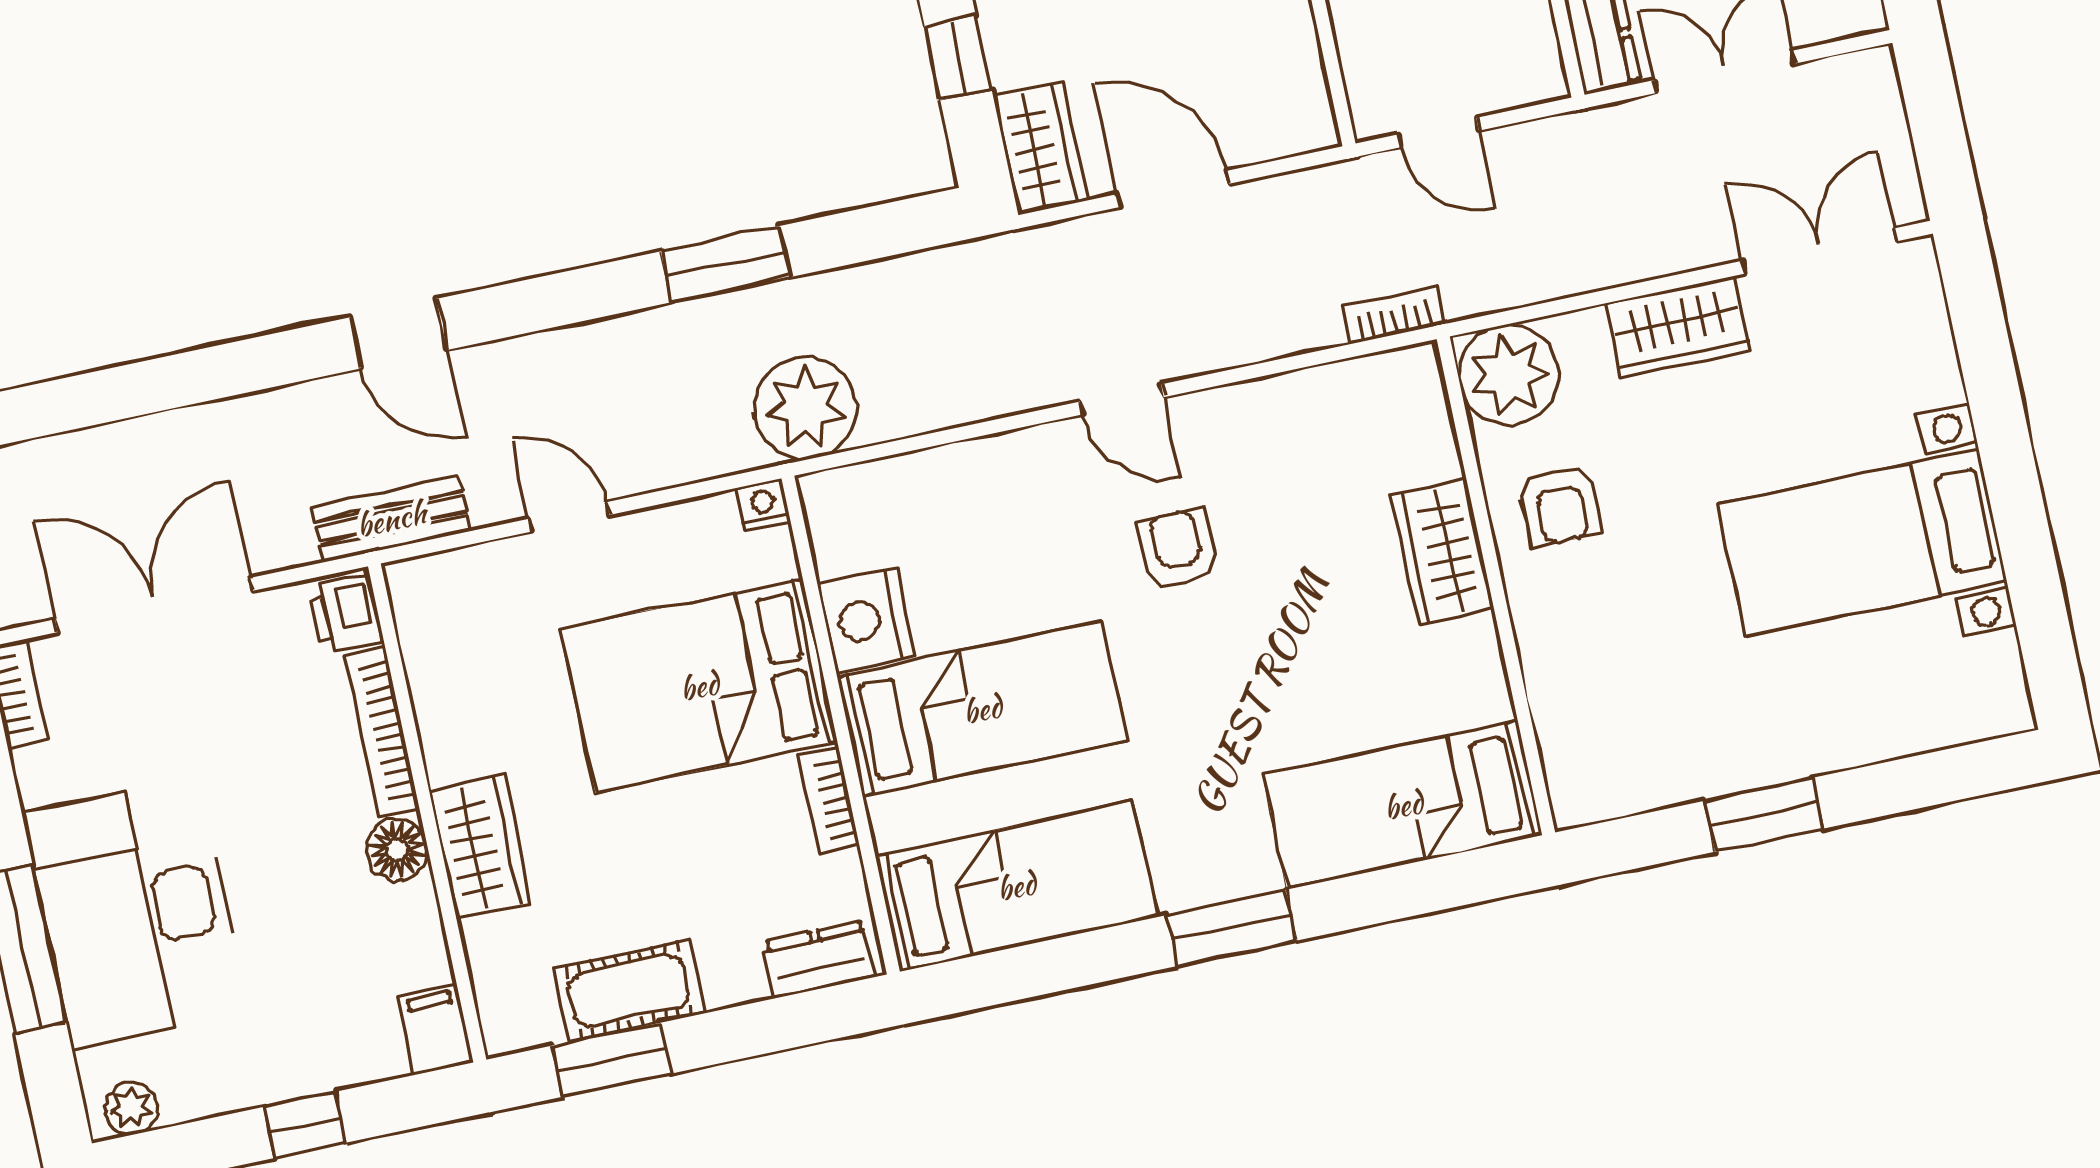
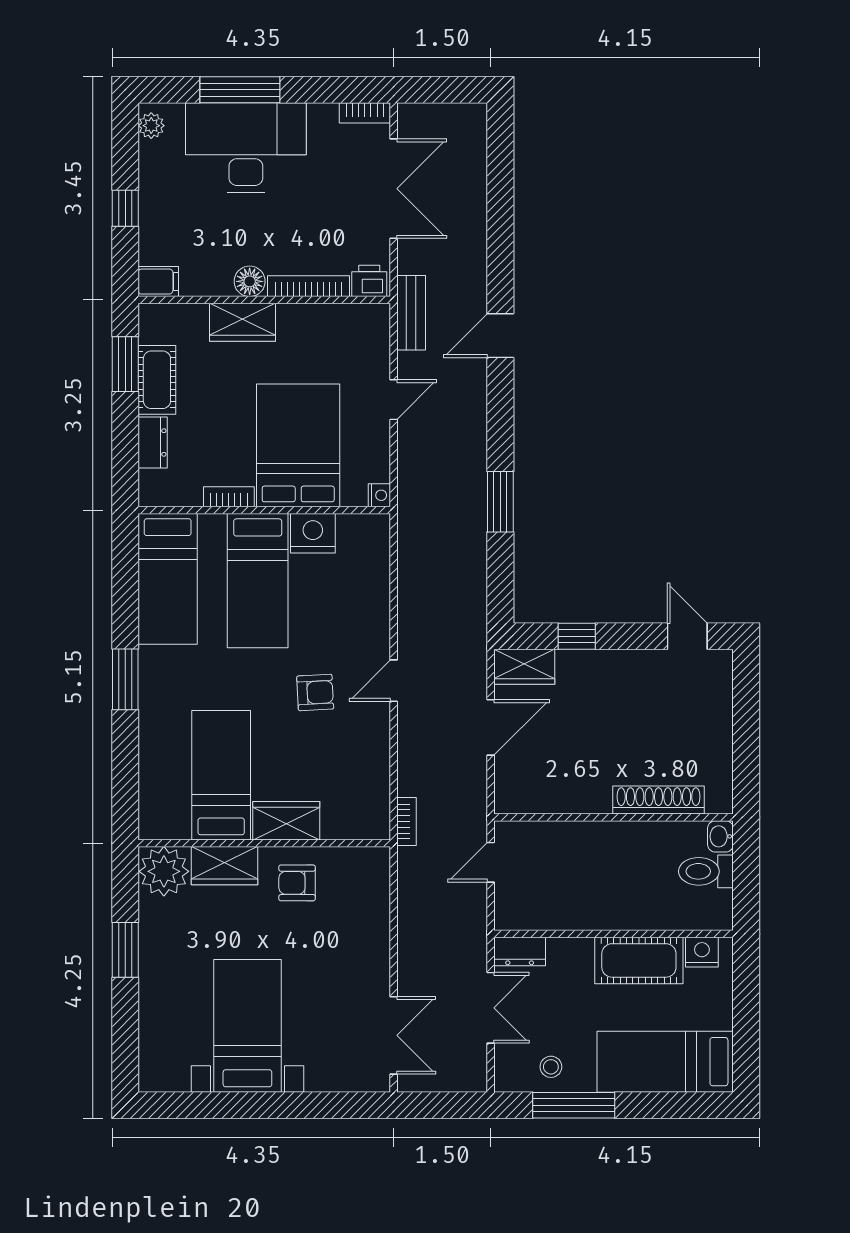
wardrobe: (1678, 327) -> (224, 866), moved, turned -90
plant: (1509, 375) -> (164, 871), moved
plant: (805, 408) -> (422, 526), removed
bed: (1403, 805) -> (221, 775), moved
dresser: (819, 959) -> (153, 443), moved

